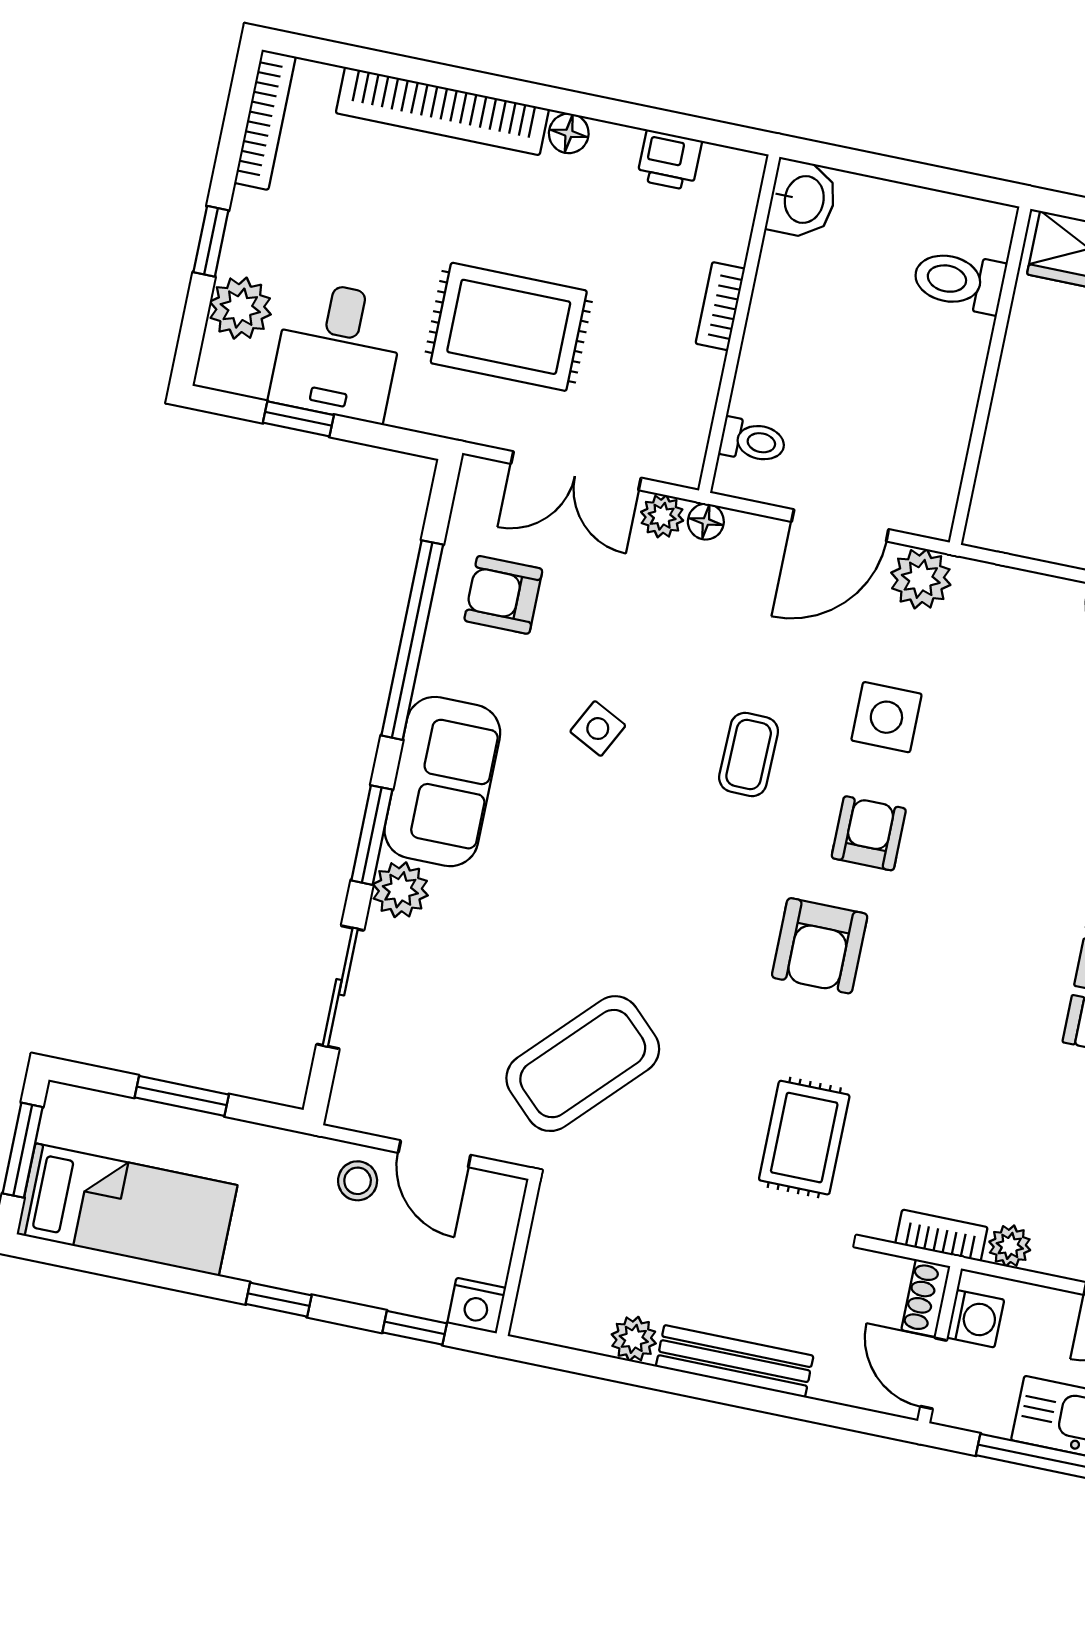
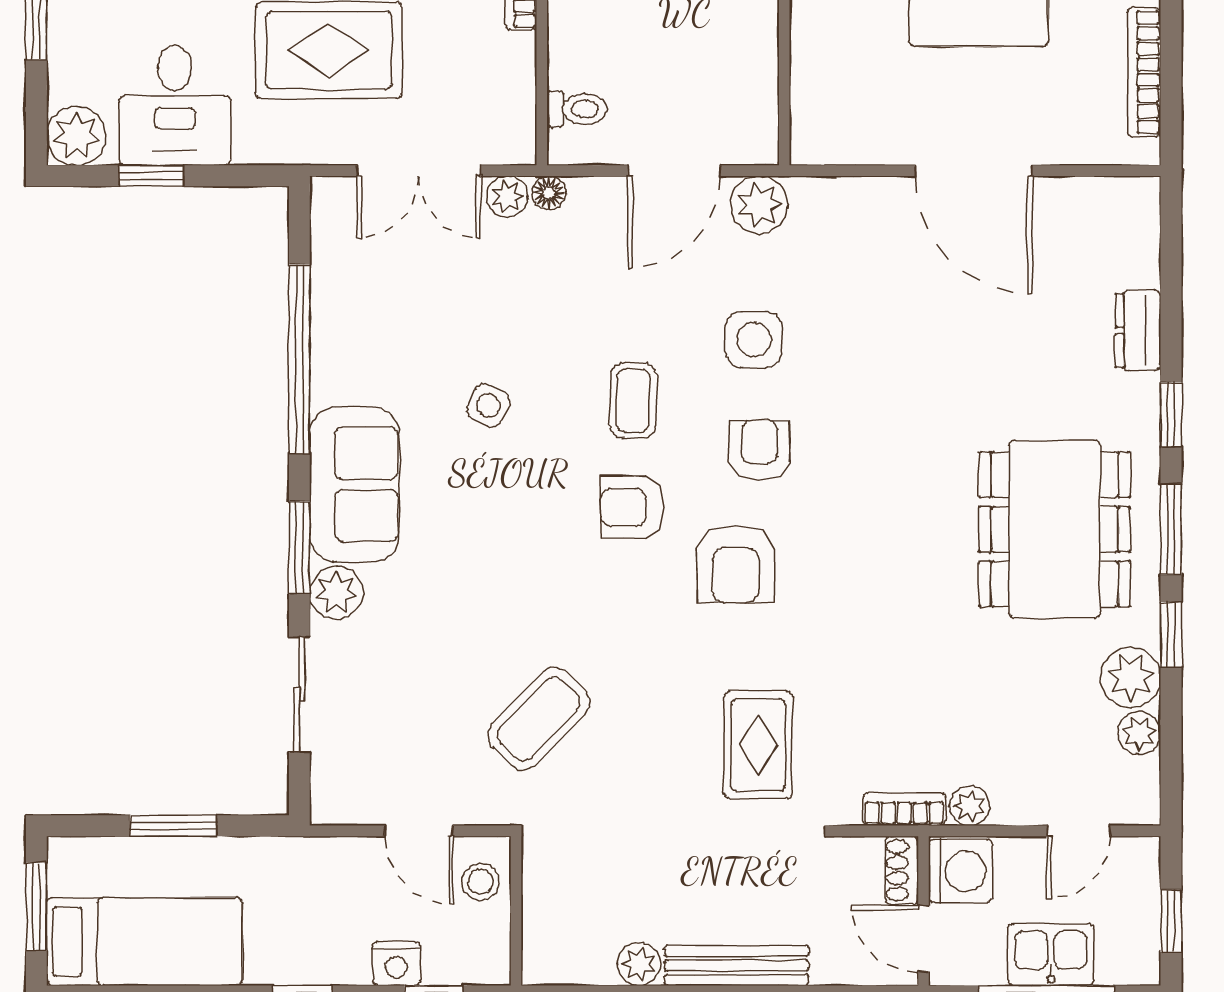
plant: (240, 308) -> (76, 136), moved
armchair: (503, 595) -> (632, 508), moved
coffee table: (583, 1064) -> (539, 719), width x0.73, depth x0.76
stool: (358, 1181) -> (480, 882), moved
nightstand: (477, 1306) -> (396, 964), moved
washing machine: (976, 1319) -> (960, 871), width x1.38, depth x1.38

